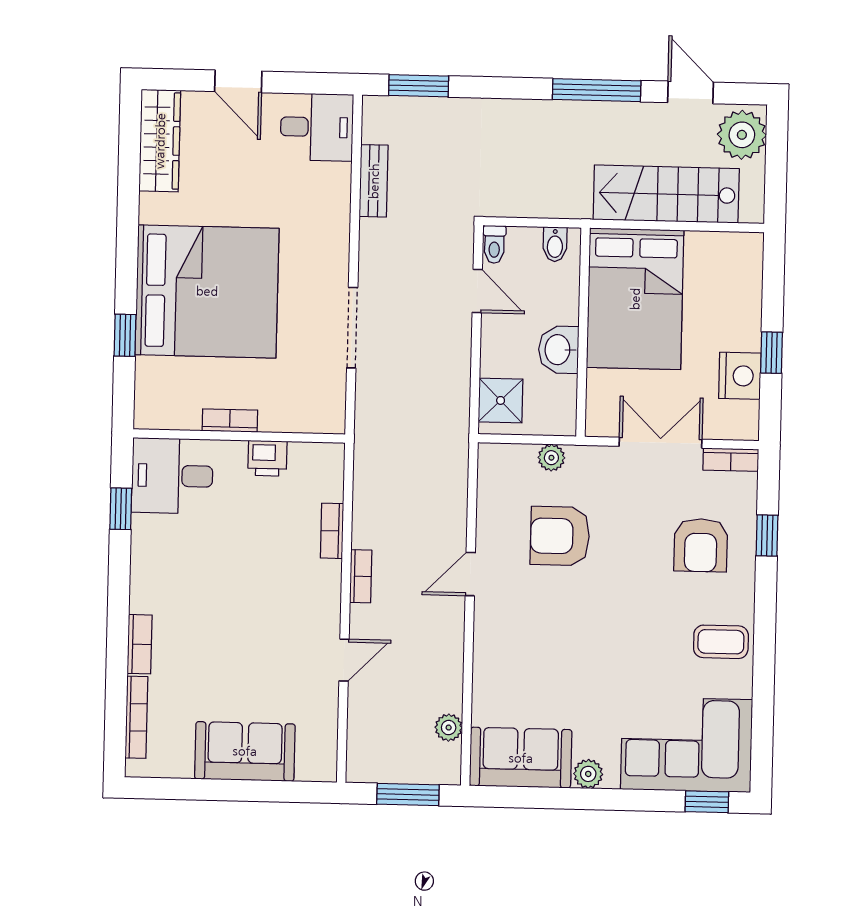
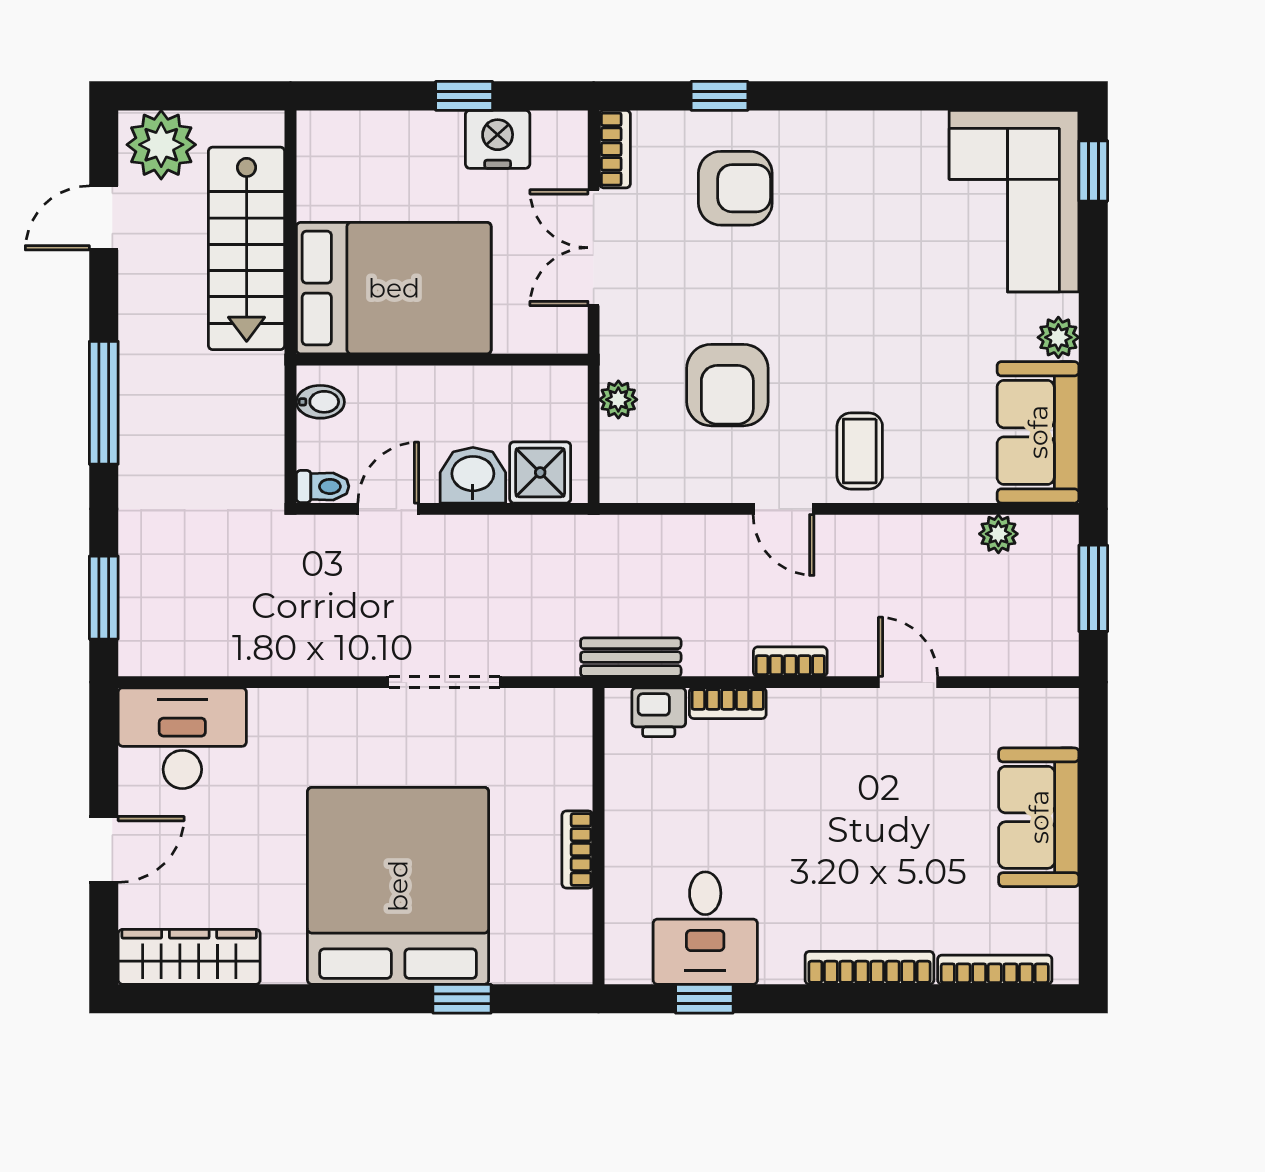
window: (597, 90) -> (104, 403), moved
desk: (317, 127) -> (182, 738), width x1.37
bench: (374, 181) -> (631, 657), moved
washbasin: (559, 350) -> (473, 475), moved, turned 180
printer: (267, 458) -> (659, 712), moved, turned 90
desk: (172, 476) -> (705, 928), moved
coffee table: (721, 642) -> (860, 451), moved
bookcase: (140, 644) -> (869, 968), width x1.56

